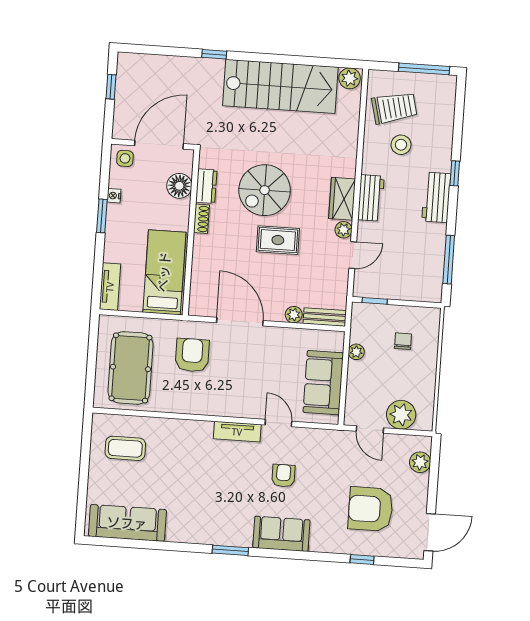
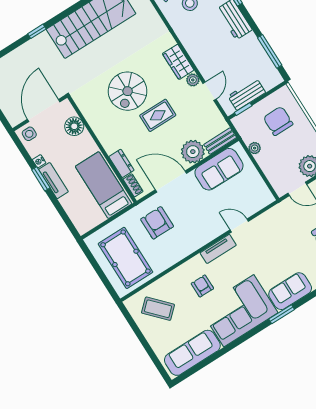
dresser: (206, 186) -> (121, 163), moved
workbench: (371, 198) -> (247, 94), moved, turned -90
shoe rack: (201, 219) -> (133, 185), moved
tv unit: (110, 287) -> (53, 181), moved
plant: (294, 315) -> (193, 152), width x1.88, depth x1.88
chair: (403, 341) -> (278, 121), width x1.87, depth x1.87
sofa: (323, 383) -> (219, 169), moved, turned -90
coffee table: (125, 448) -> (158, 309), turned 47
armchair: (283, 476) -> (202, 286), moved
corner sofa: (211, 514) -> (239, 311), added
window: (230, 550) -> (282, 314), moved

